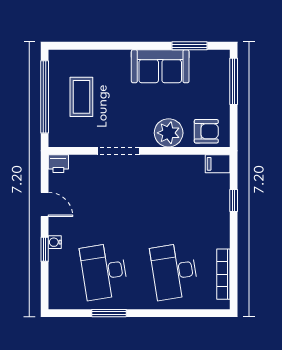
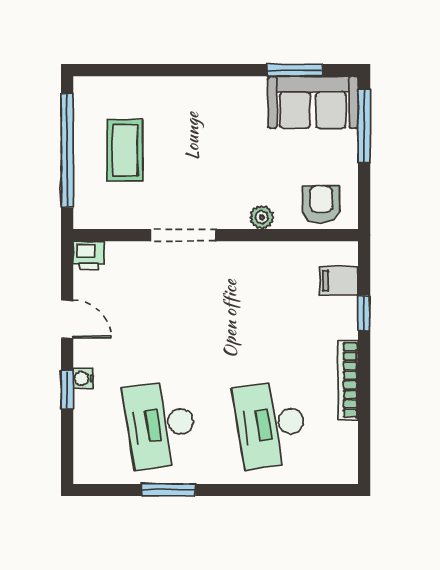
sofa: (160, 66) -> (313, 102), moved
armchair: (206, 131) -> (321, 204), turned -90
plant: (169, 133) -> (262, 217), width x0.53, depth x0.53
filing cabinet: (218, 164) -> (339, 281), moved
bookcase: (223, 274) -> (348, 380), moved

